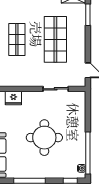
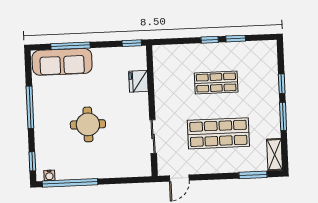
round table: (44, 138) -> (88, 124), width x0.73, depth x0.73

